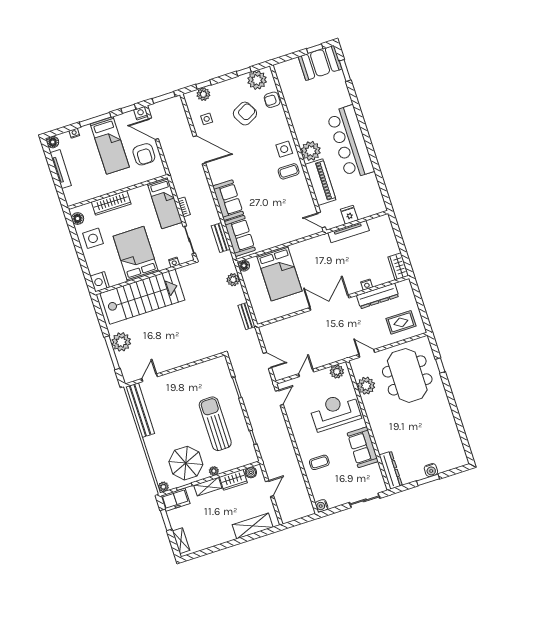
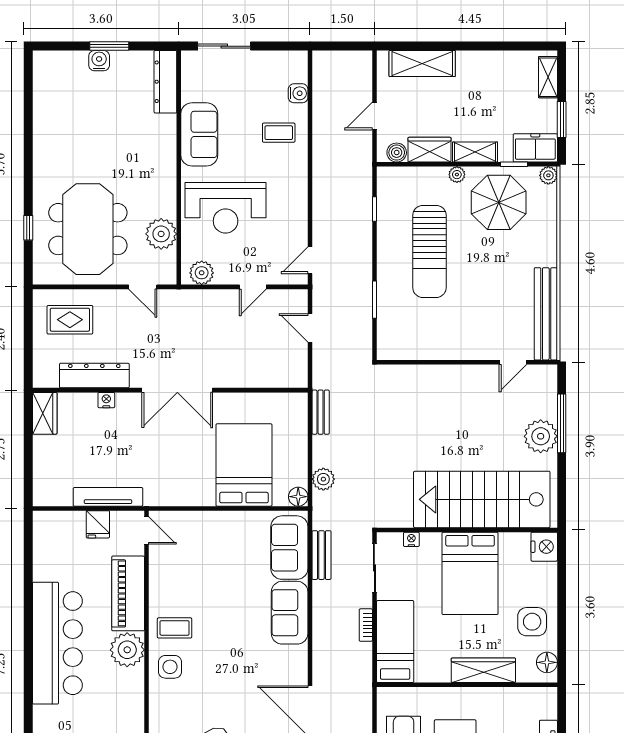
water cooler: (322, 506) -> (298, 93), moved

